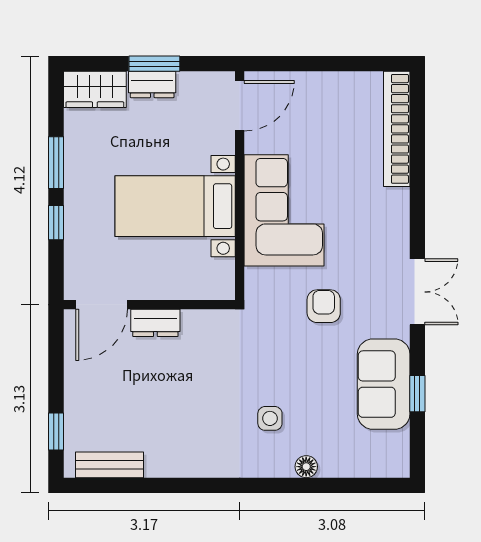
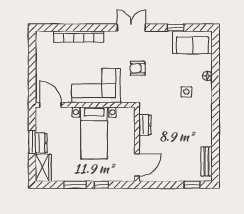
bookcase: (397, 129) -> (79, 37), moved
door: (102, 305) -> (137, 165), hinge flipped
dresser: (155, 323) -> (145, 125), moved
sofa: (384, 384) -> (192, 42), moved

